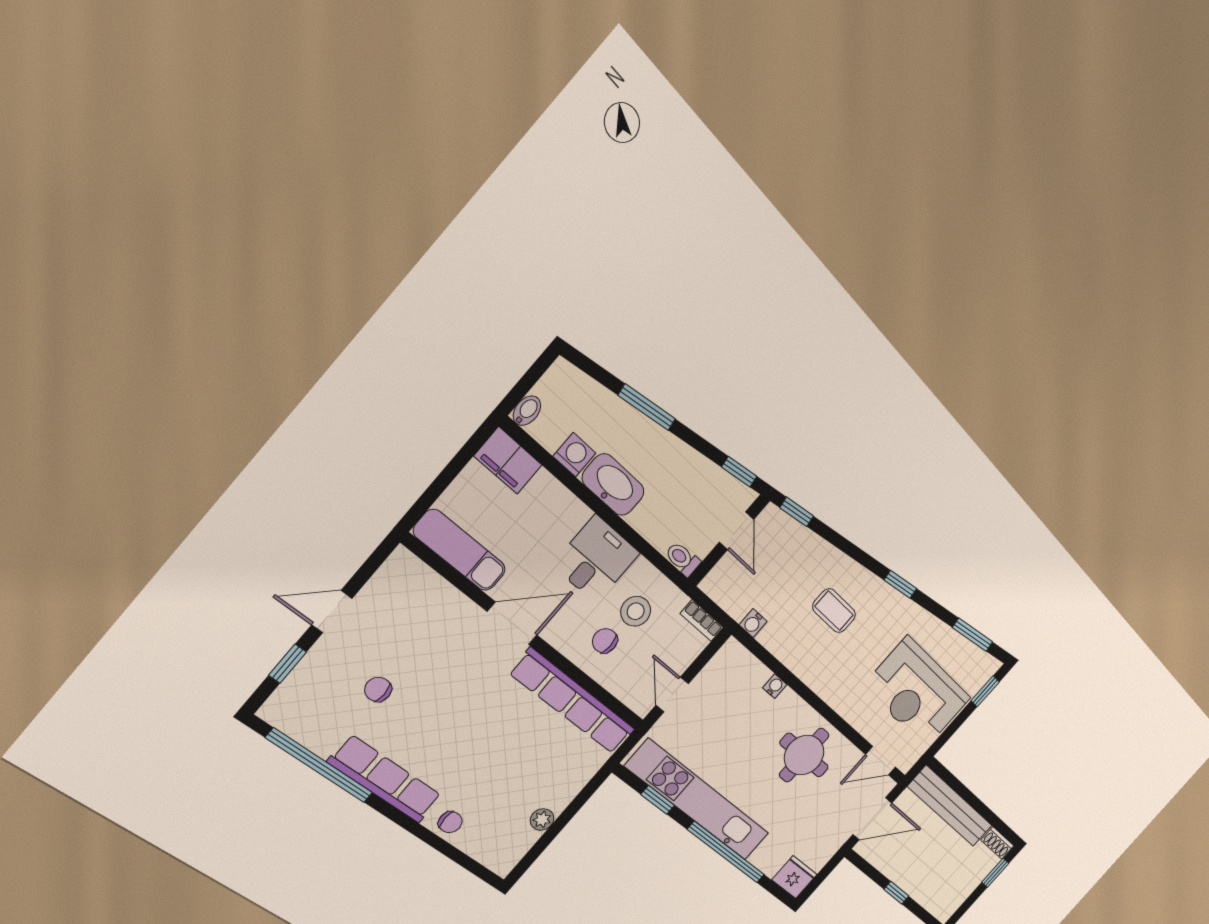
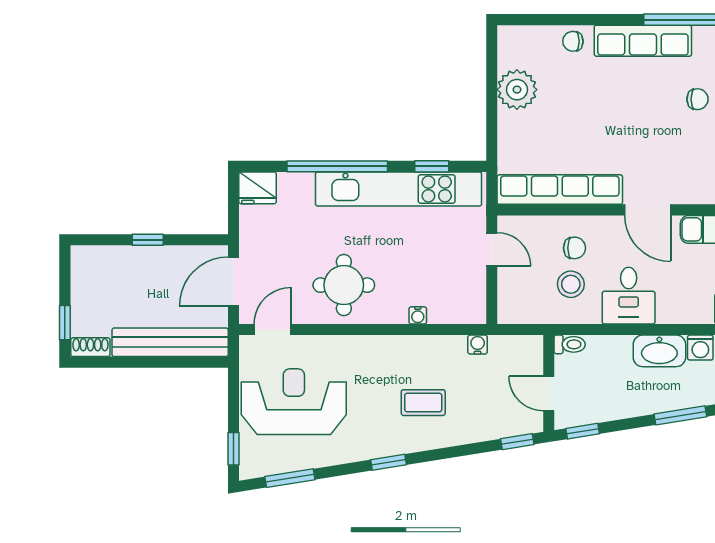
bookcase: (702, 621) -> (518, 316), removed
door: (512, 623) -> (648, 210), hinge flipped
plant: (542, 820) -> (517, 90), width x1.87, depth x1.87

